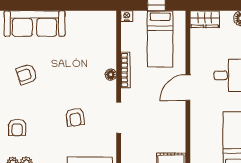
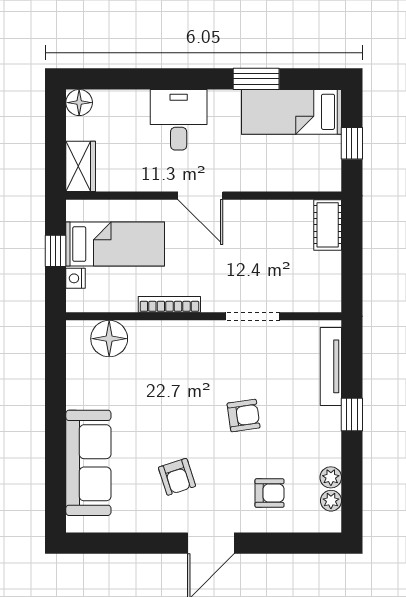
nightstand: (127, 16) -> (76, 278), moved
floor lamp: (111, 75) -> (109, 339), moved, width x1.89, depth x1.89
armchair: (75, 117) -> (244, 416), moved

